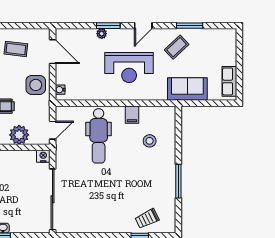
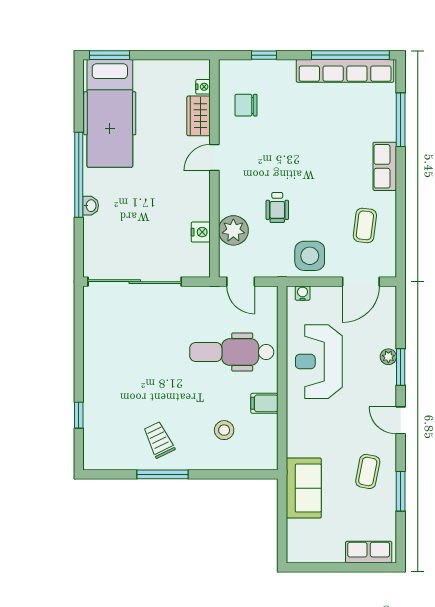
coffee table: (177, 47) -> (368, 471), turned 54
reception desk: (129, 68) -> (319, 362), moved
row of seats: (229, 81) -> (369, 552), moved
nightstand: (43, 156) -> (201, 232), moved
trolley: (147, 219) -> (159, 440), moved

